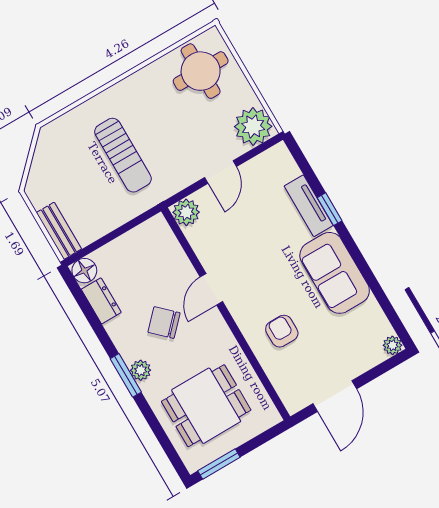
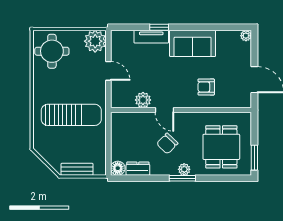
sun lounger: (123, 155) -> (71, 115), width x1.36, depth x1.34
plant: (186, 212) -> (143, 100), moved
bench: (59, 231) -> (77, 169), moved

